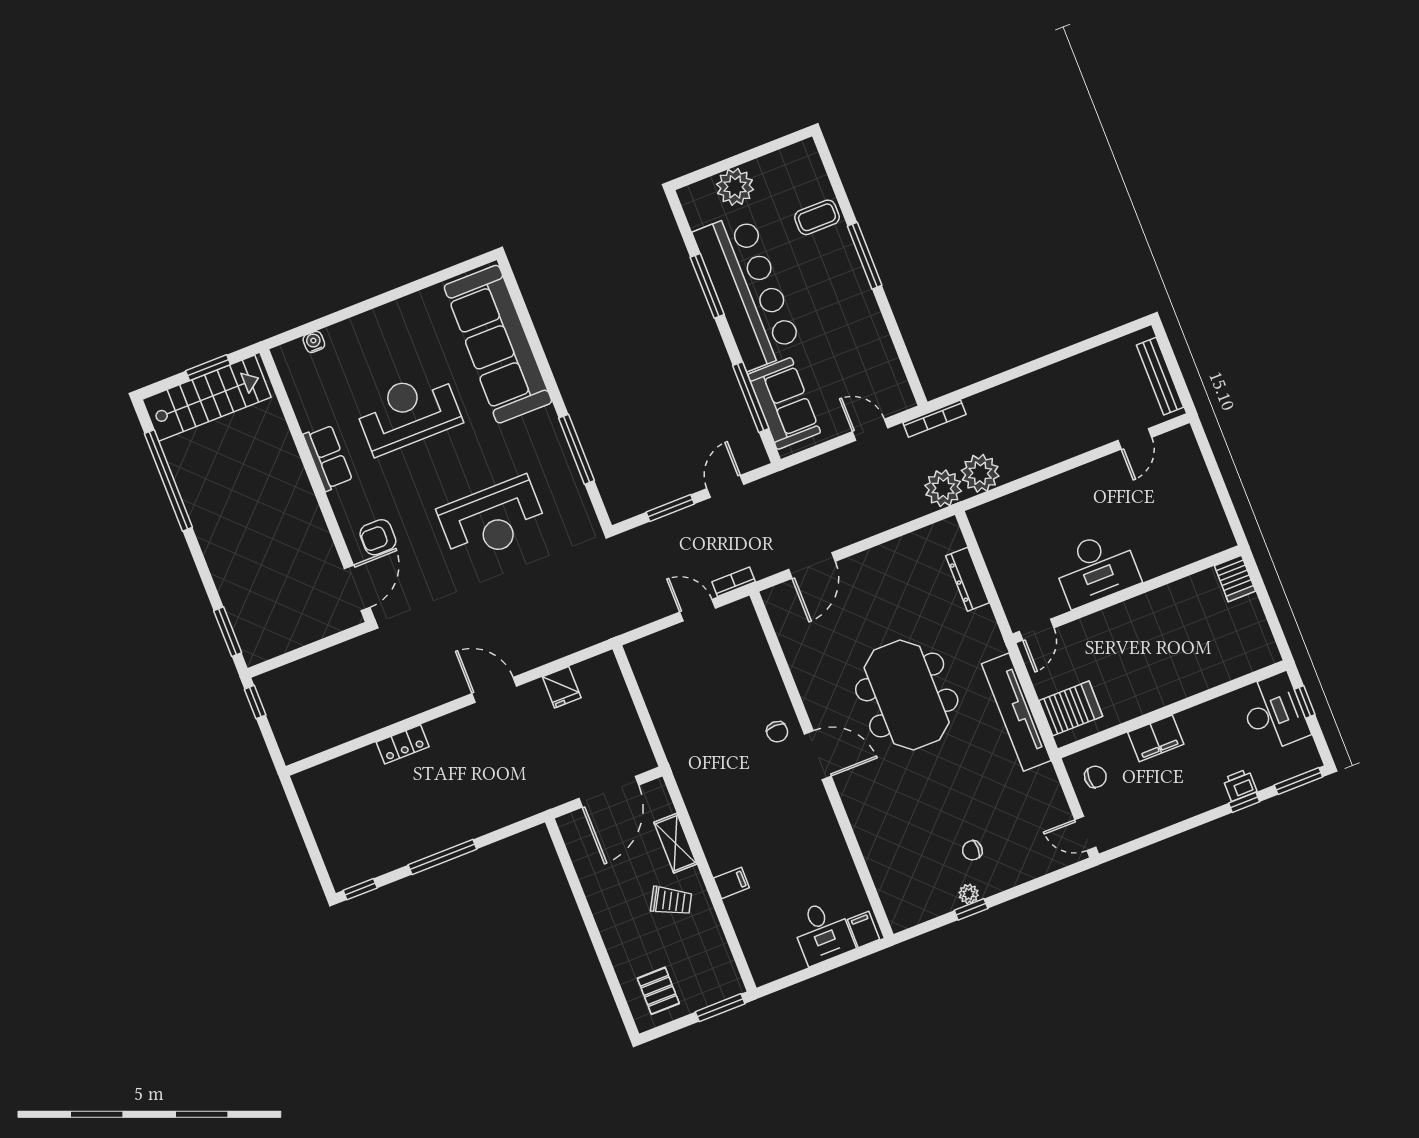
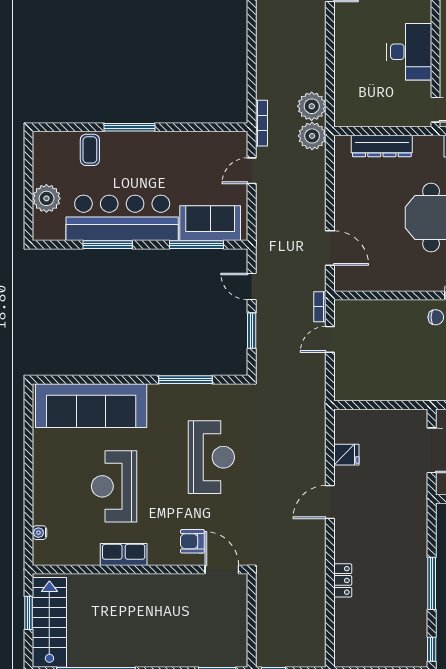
armchair: (378, 537) -> (192, 541), turned 90
dresser: (968, 579) -> (382, 146), width x1.37, depth x1.24

